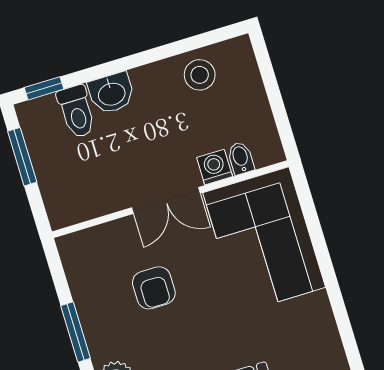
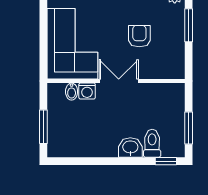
stool: (200, 75) -> (80, 143), removed
window: (271, 83) -> (43, 127), added

